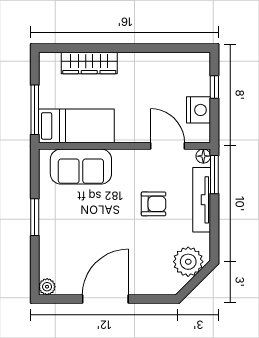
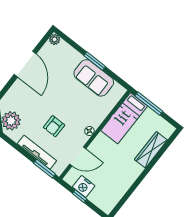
window: (214, 87) -> (80, 196), moved
floor lamp: (203, 156) -> (89, 131), moved
sofa: (81, 167) -> (94, 78), moved, turned -90

